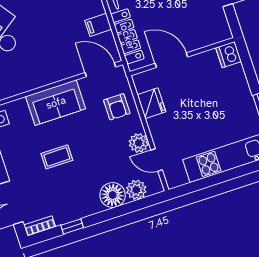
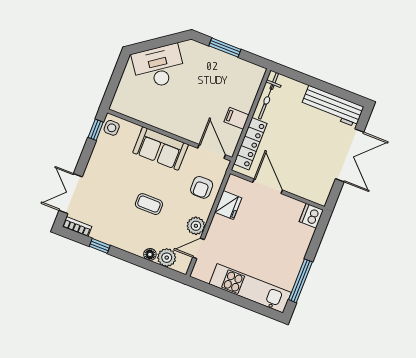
coffee table: (57, 157) -> (149, 204), moved
door: (157, 160) -> (199, 248), hinge flipped
floor lamp: (113, 195) -> (150, 254), width x0.53, depth x0.53

